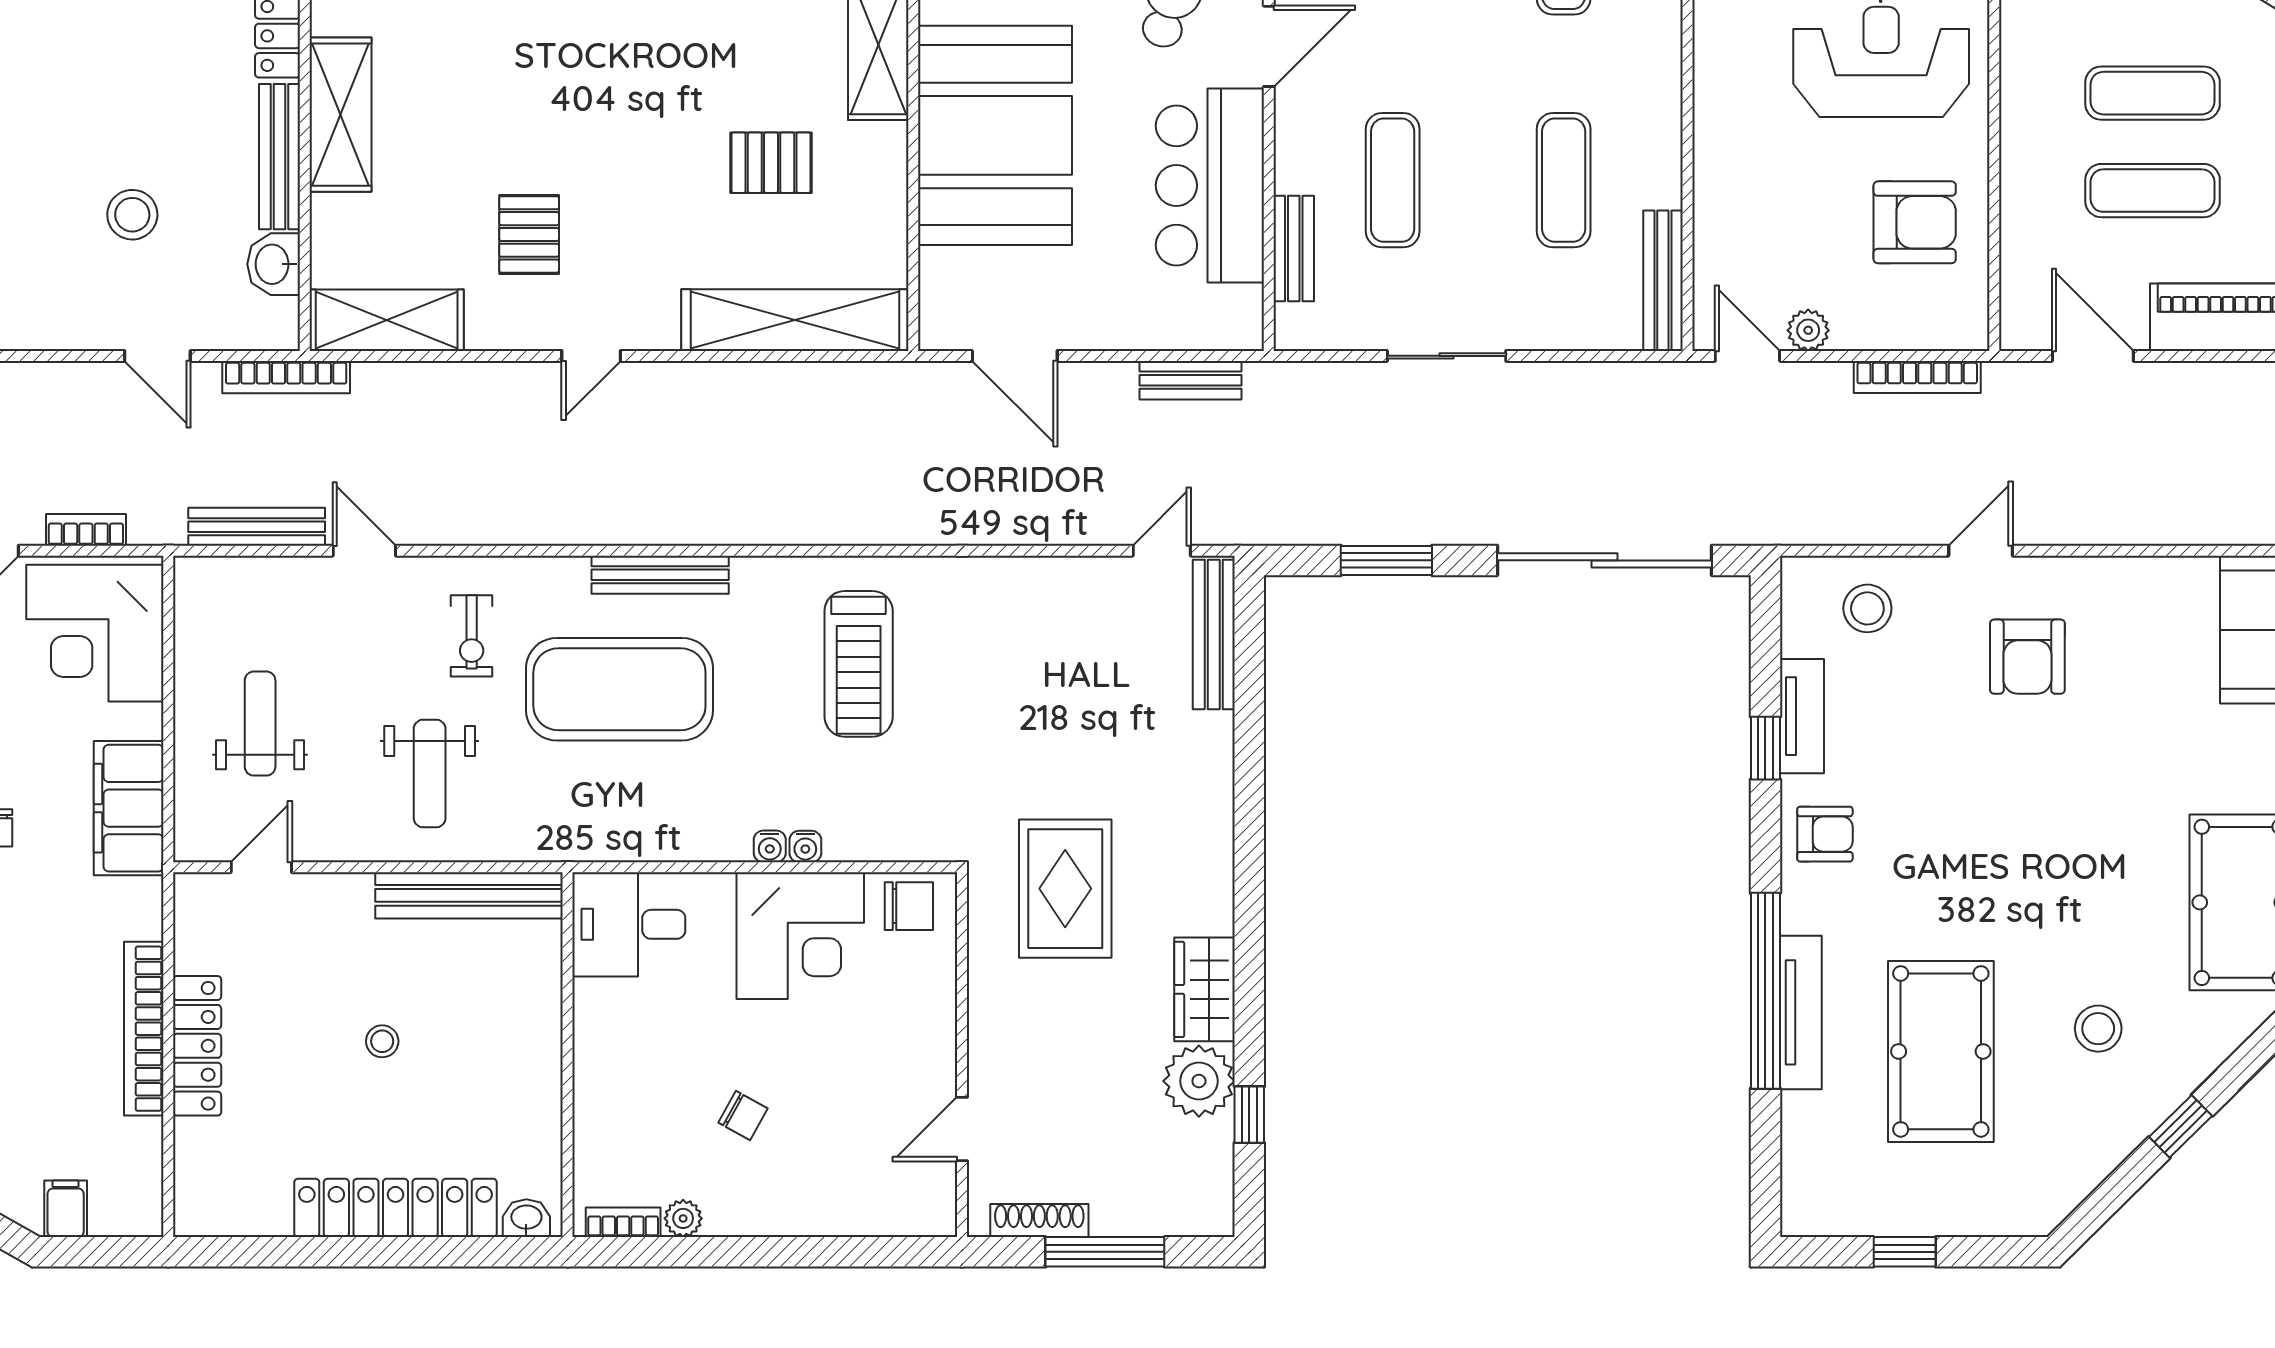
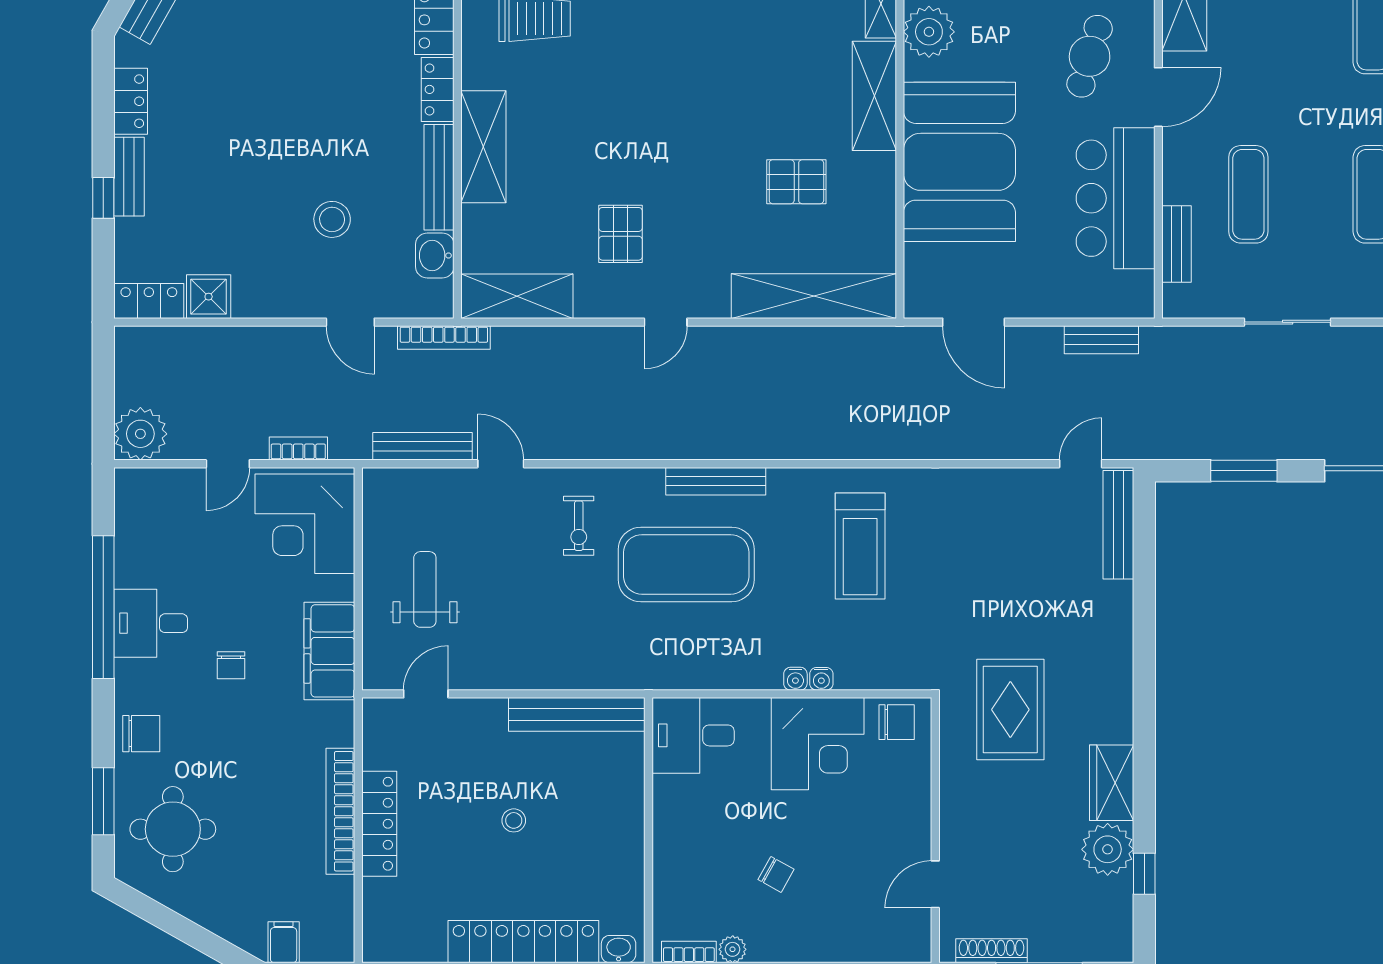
weight bench: (430, 773) -> (548, 626), removed

